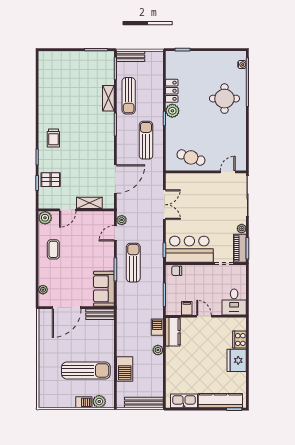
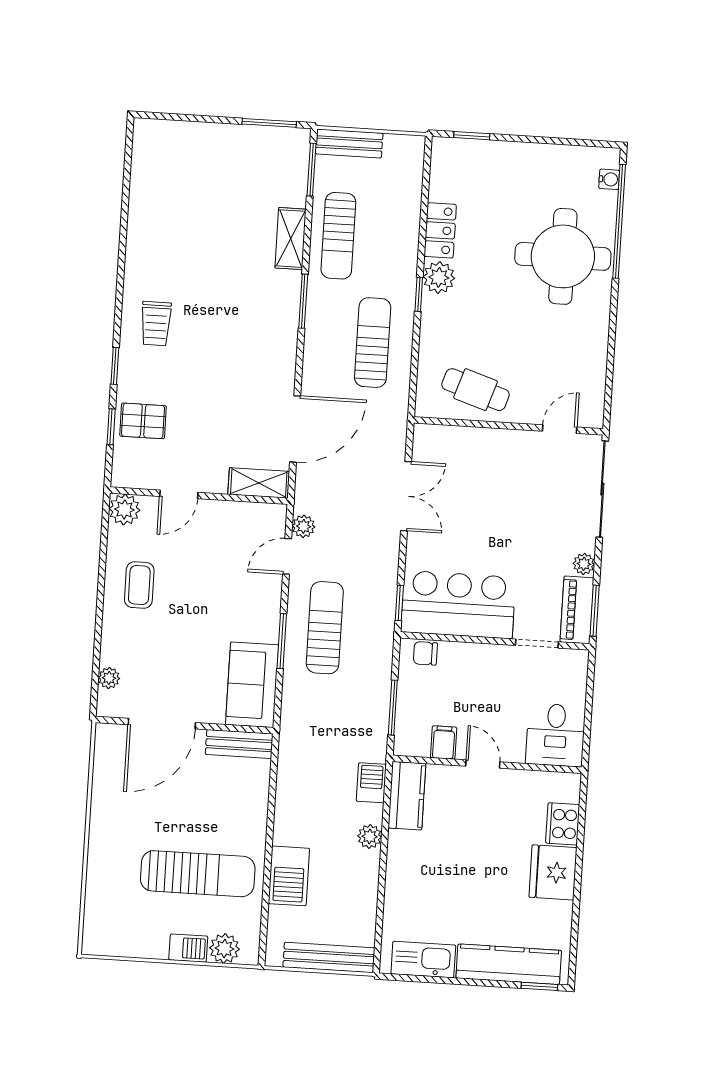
round table: (224, 99) -> (563, 256), width x1.36, depth x1.36
shelving: (89, 203) -> (259, 483), moved

